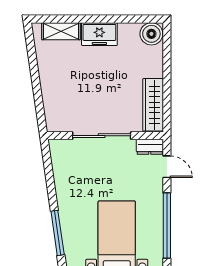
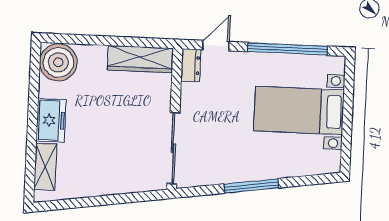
boiler: (151, 34) -> (58, 62), width x1.37, depth x1.37
sliding door: (102, 136) -> (173, 148), moved
window: (58, 233) -> (251, 186), moved

